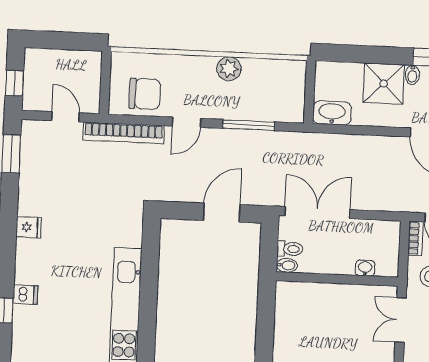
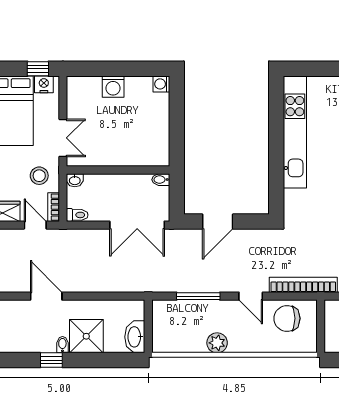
washbasin: (332, 113) -> (135, 337), moved, turned 90
door: (187, 122) -> (251, 296), swing flipped
toilet: (290, 249) -> (77, 215), moved, turned 180
washbasin: (365, 268) -> (75, 180), moved

